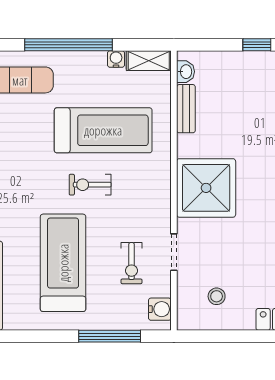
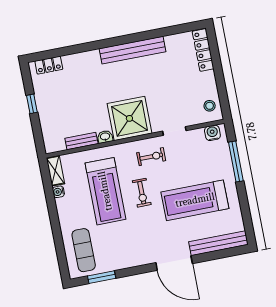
window: (69, 45) -> (55, 224), removed
washbasin: (186, 72) -> (105, 137), moved
treadmill: (103, 130) -> (105, 191), turned 180
exercise bike: (131, 263) -> (151, 157), moved
stool: (217, 296) -> (210, 106), moved

